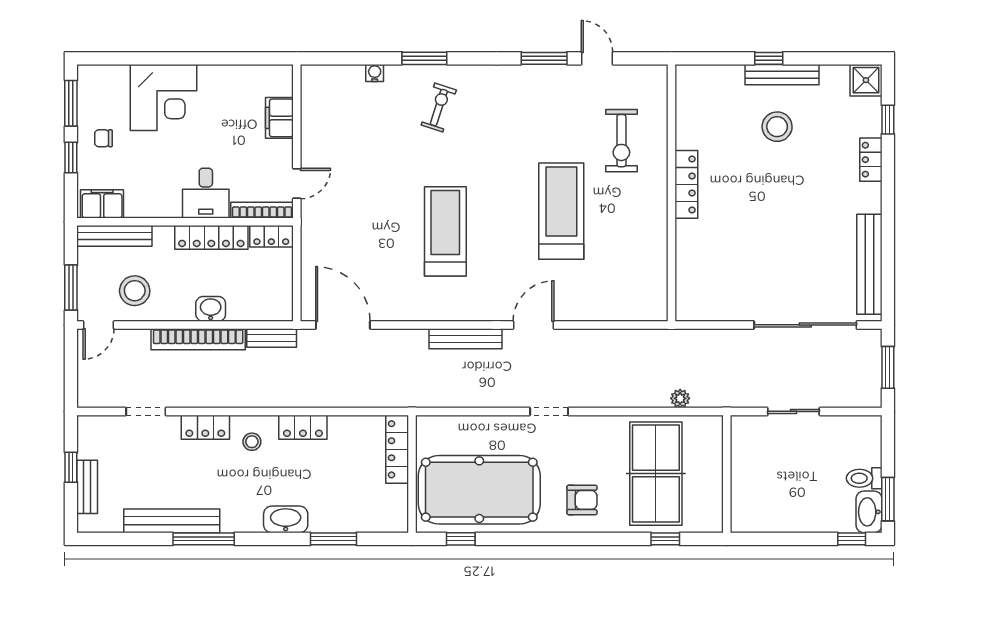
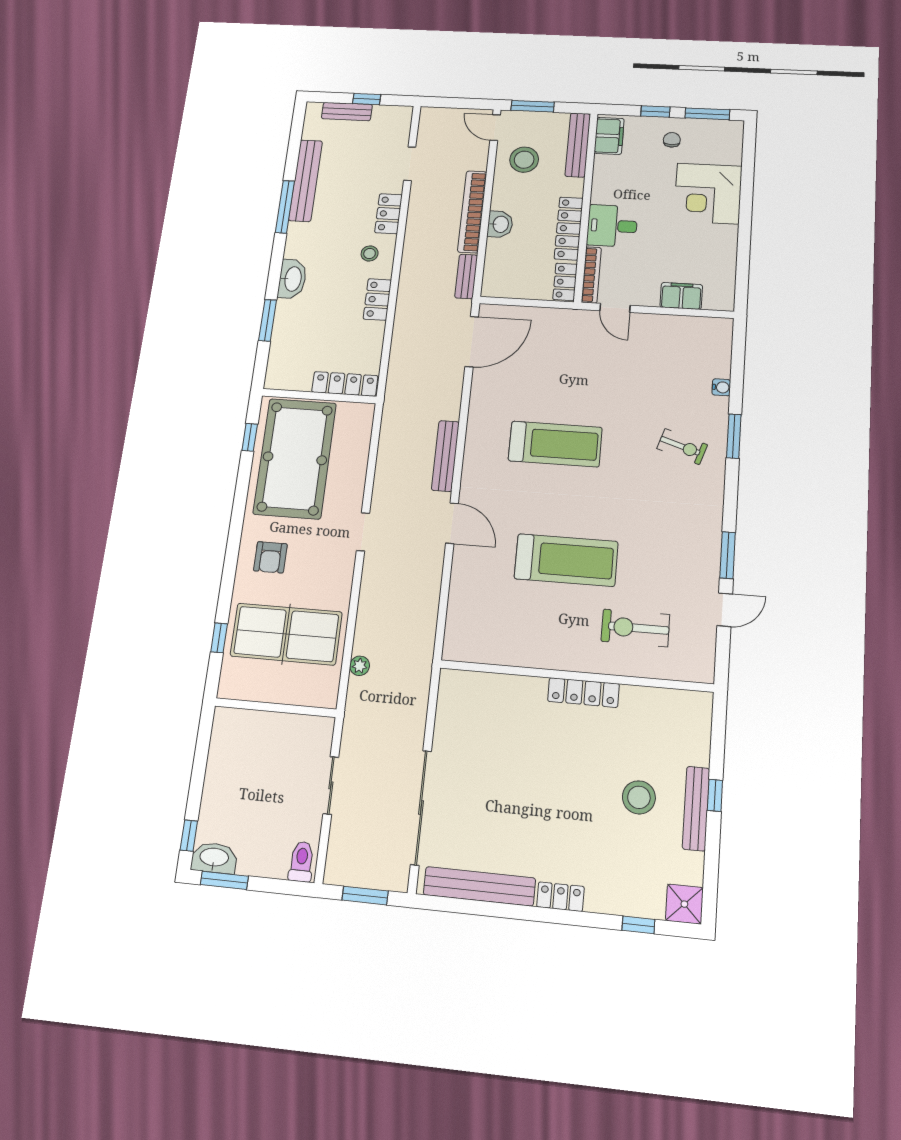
locker: (871, 160) -> (560, 897), moved
toilet: (864, 478) -> (301, 862), moved

